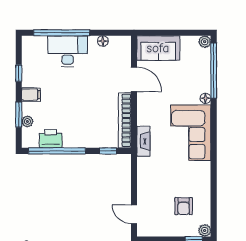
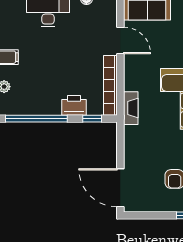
printer: (51, 139) -> (74, 105), moved
door: (134, 214) -> (120, 188), width x1.87

